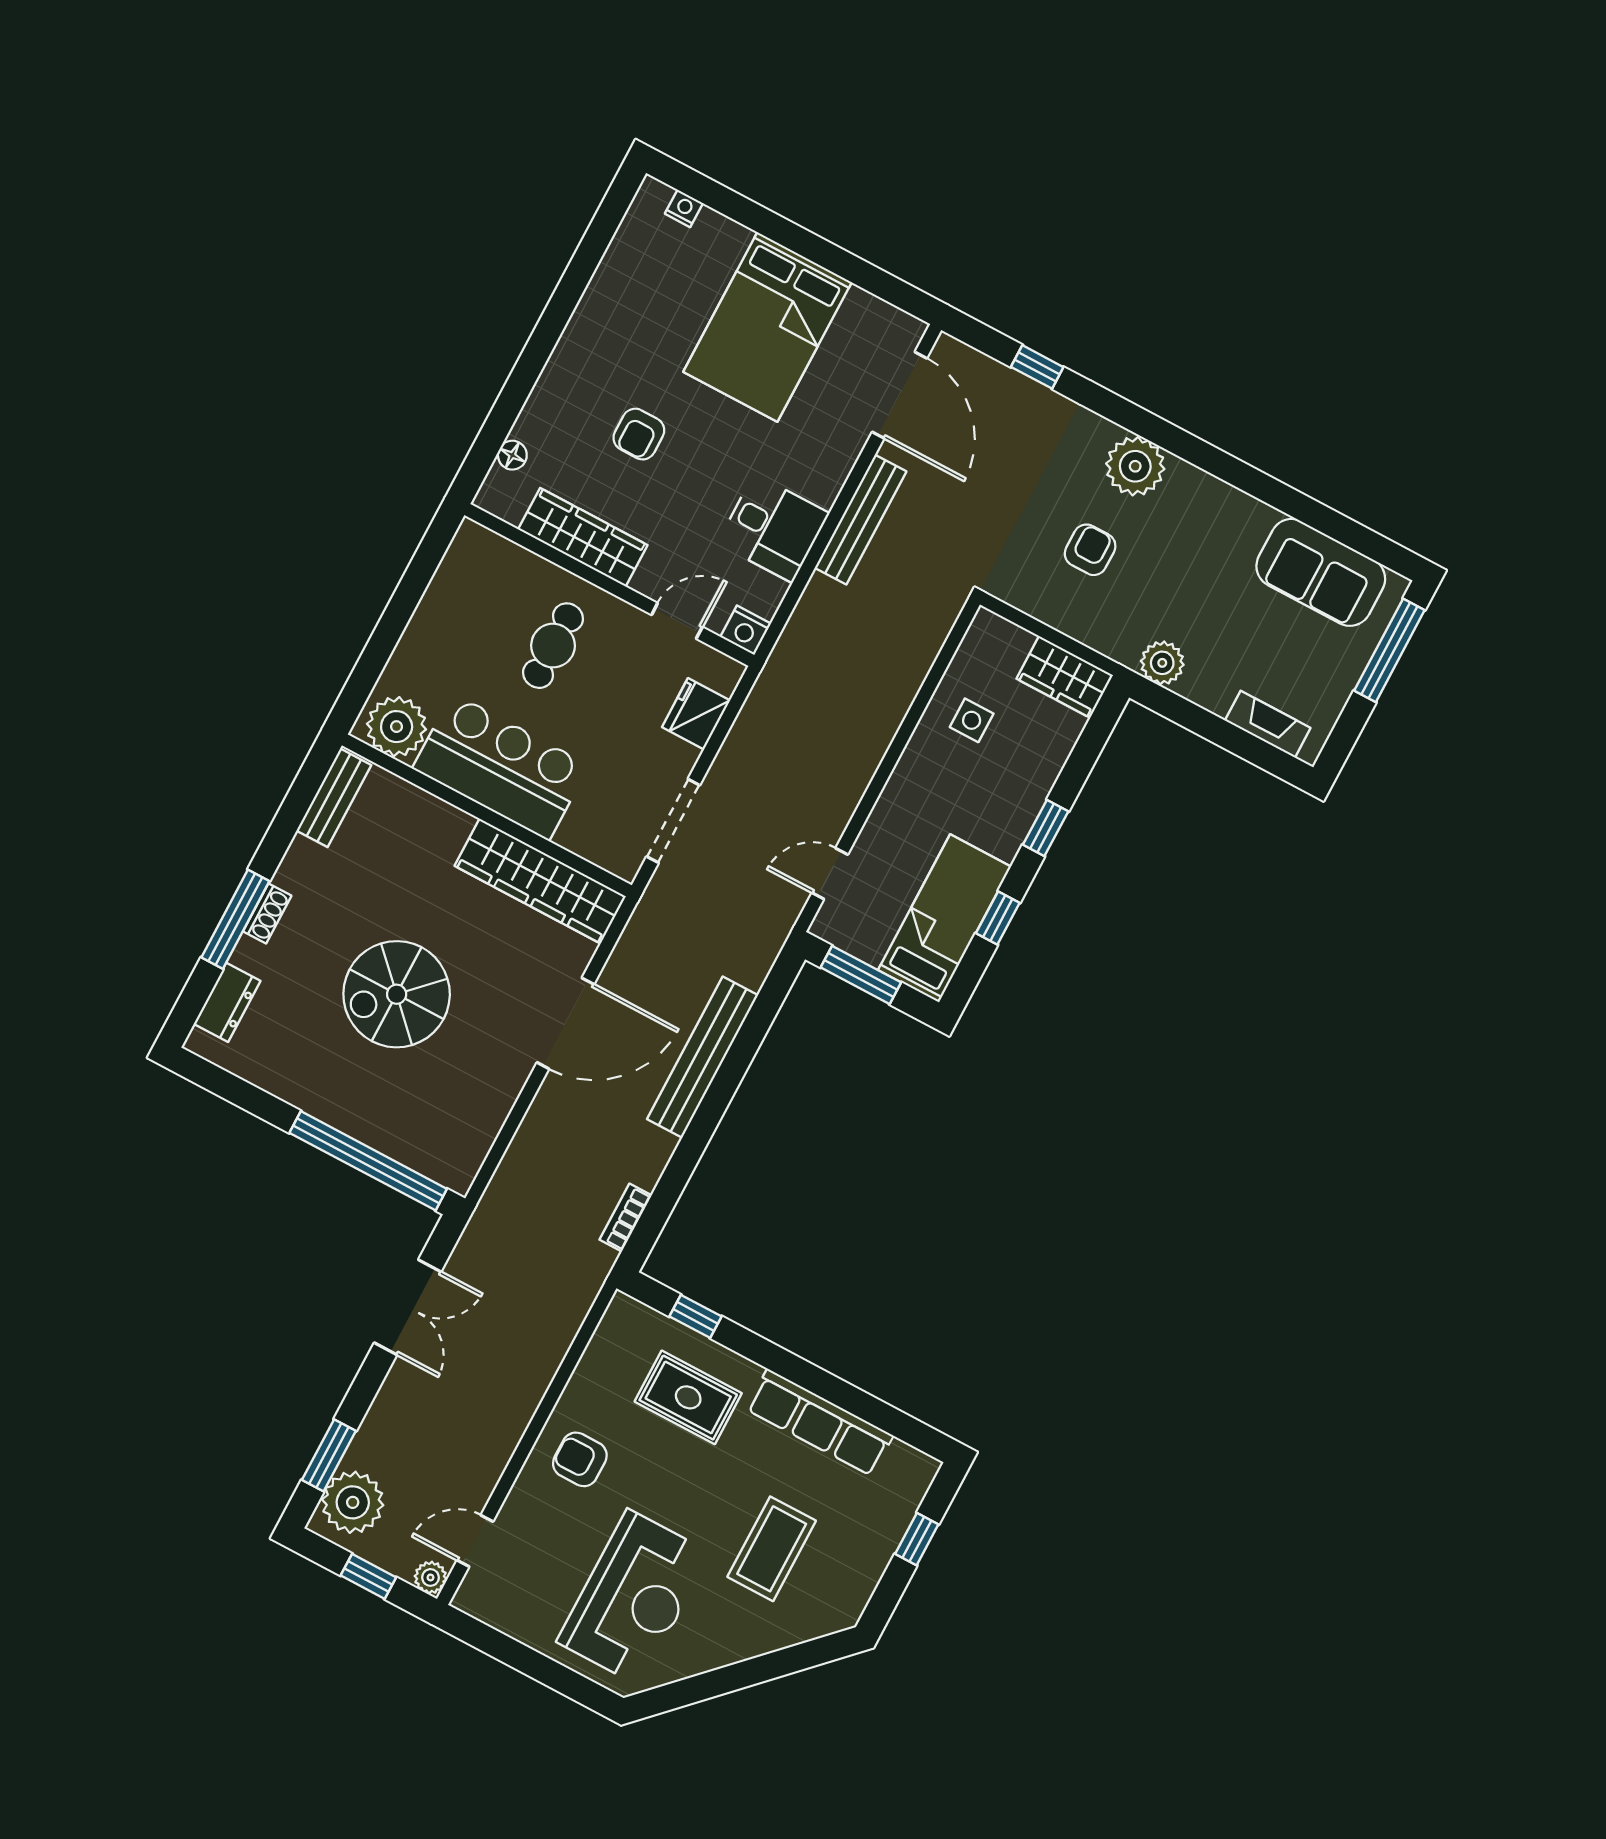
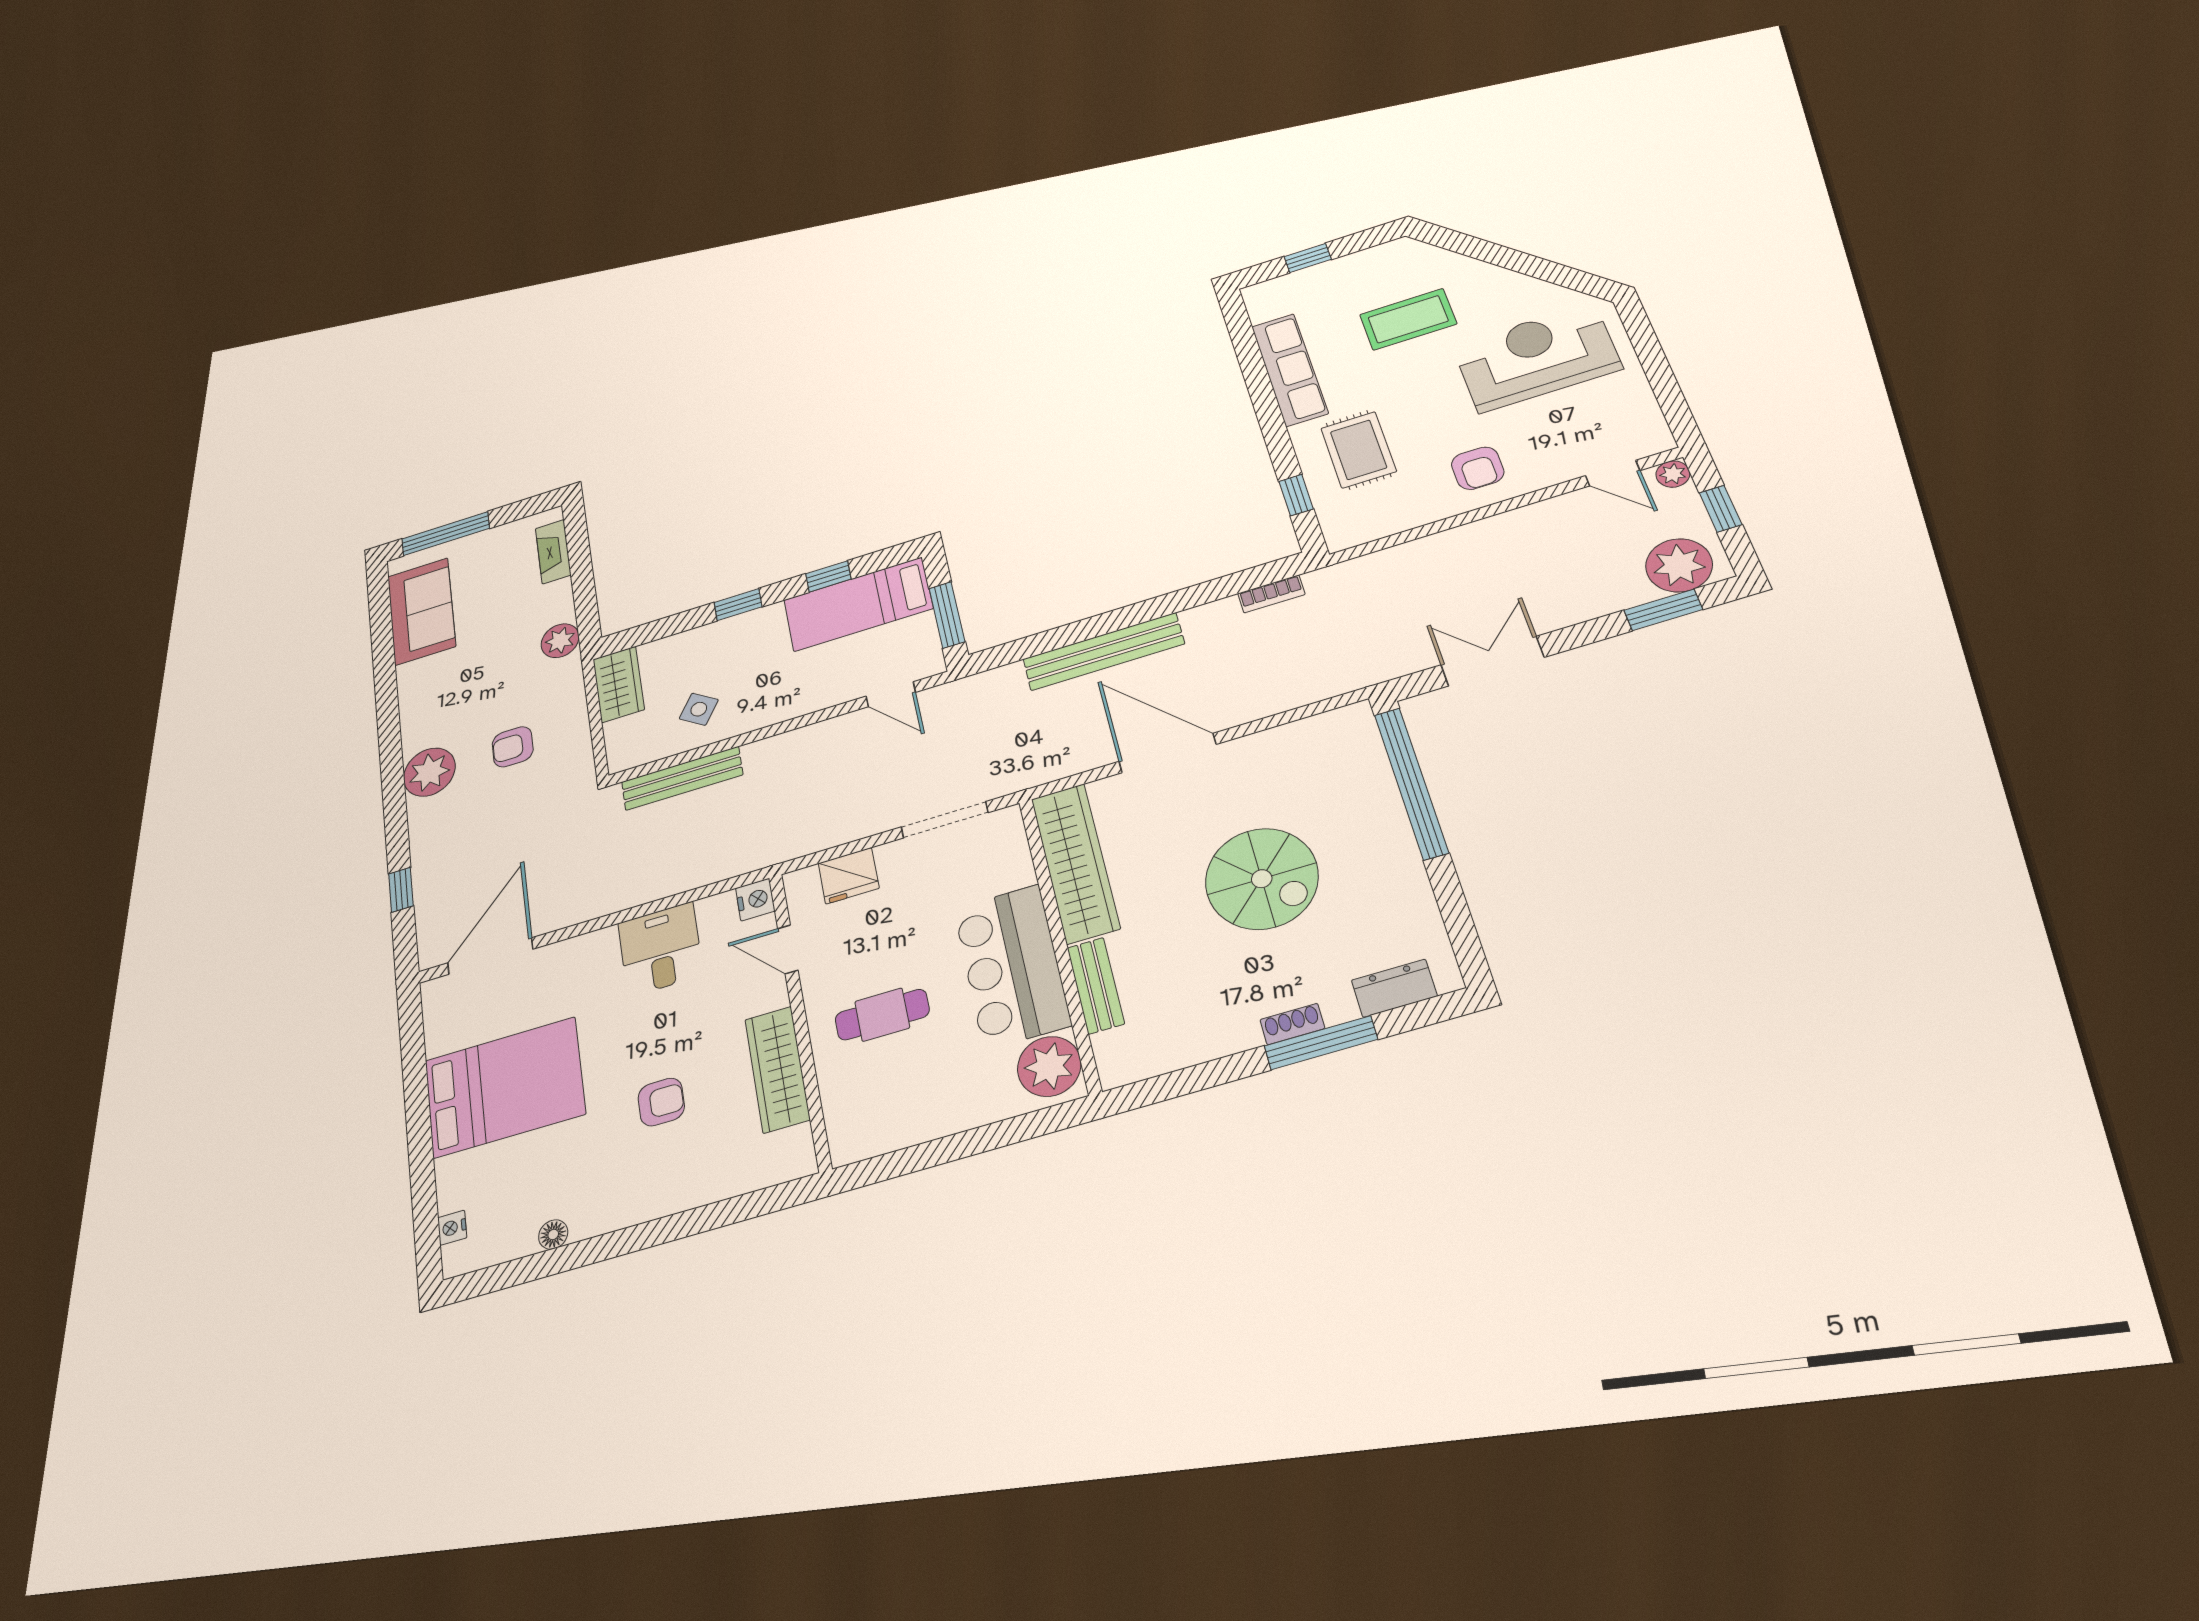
floor lamp: (512, 455) -> (553, 1234), moved
bench: (861, 520) -> (682, 778), moved
side table: (972, 720) -> (699, 709), turned 34
bench: (334, 798) -> (1096, 986), moved, turned 90

